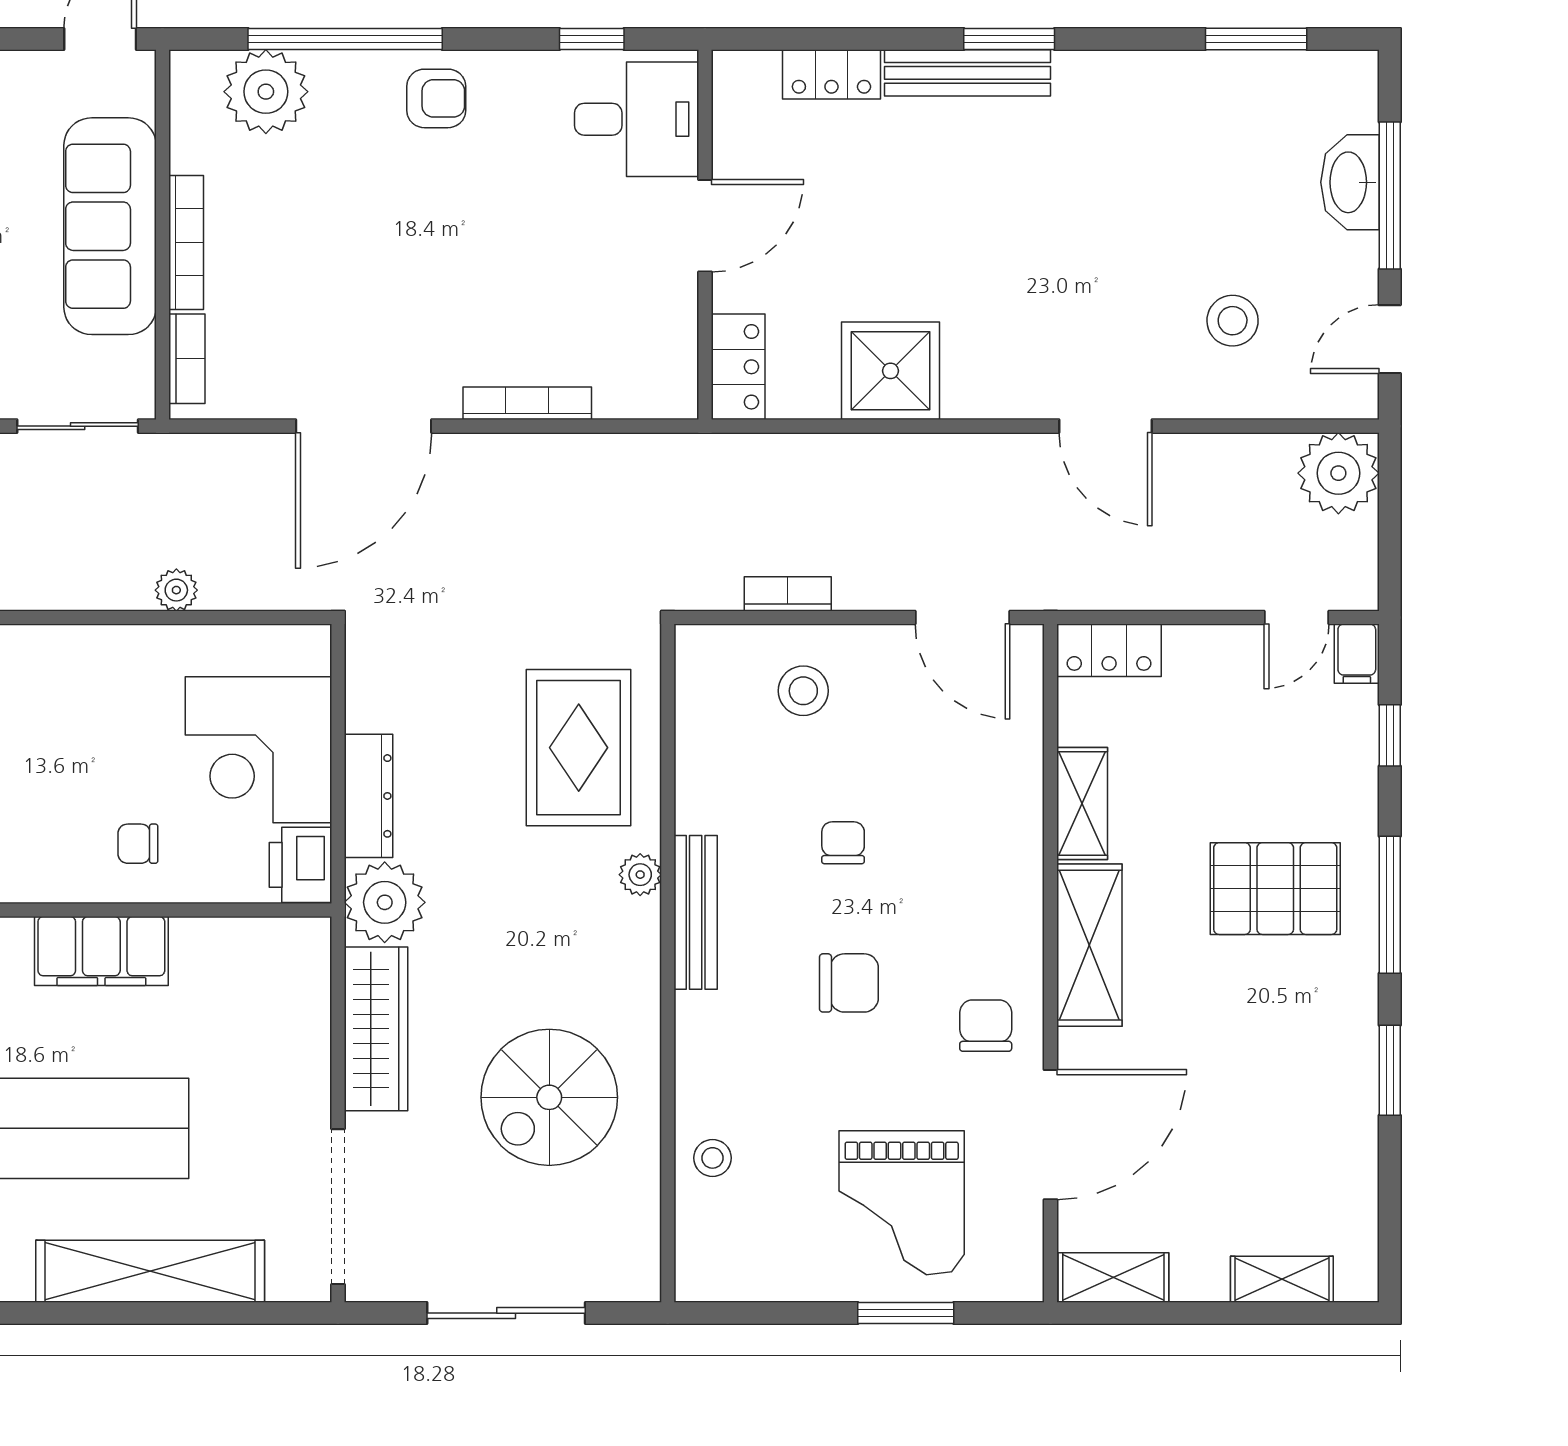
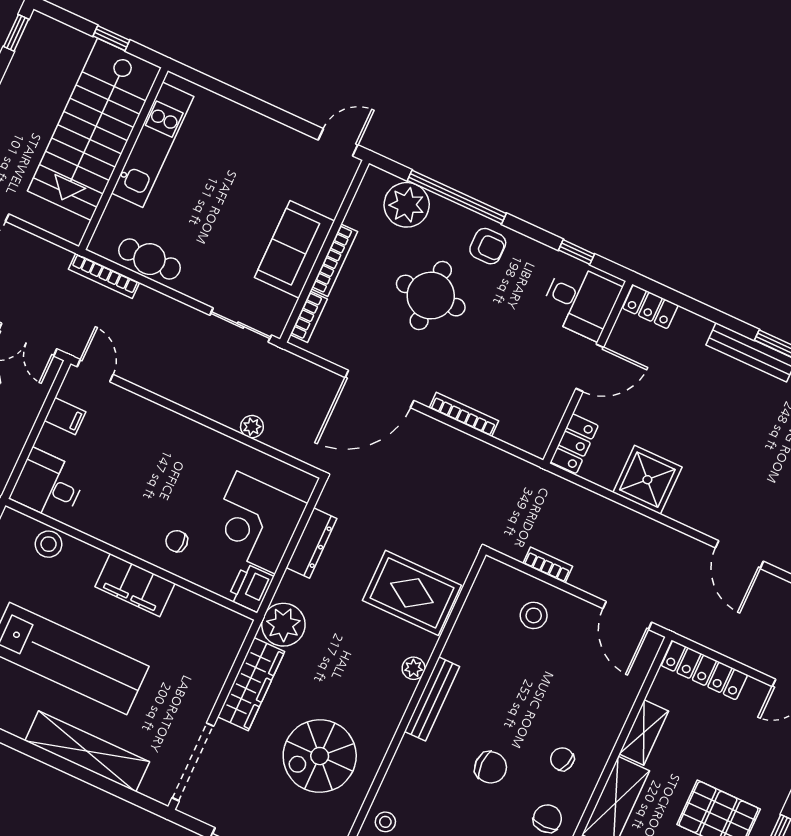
locker: (831, 74) -> (650, 307), moved
sofa: (110, 226) -> (295, 249), width x0.73
round table: (378, 227) -> (431, 296), added
locker: (1109, 650) -> (704, 670), width x1.53
rug: (579, 748) -> (412, 593), turned 90
dresser: (369, 796) -> (311, 543), moved
chair: (843, 843) -> (562, 759), moved, turned -73

